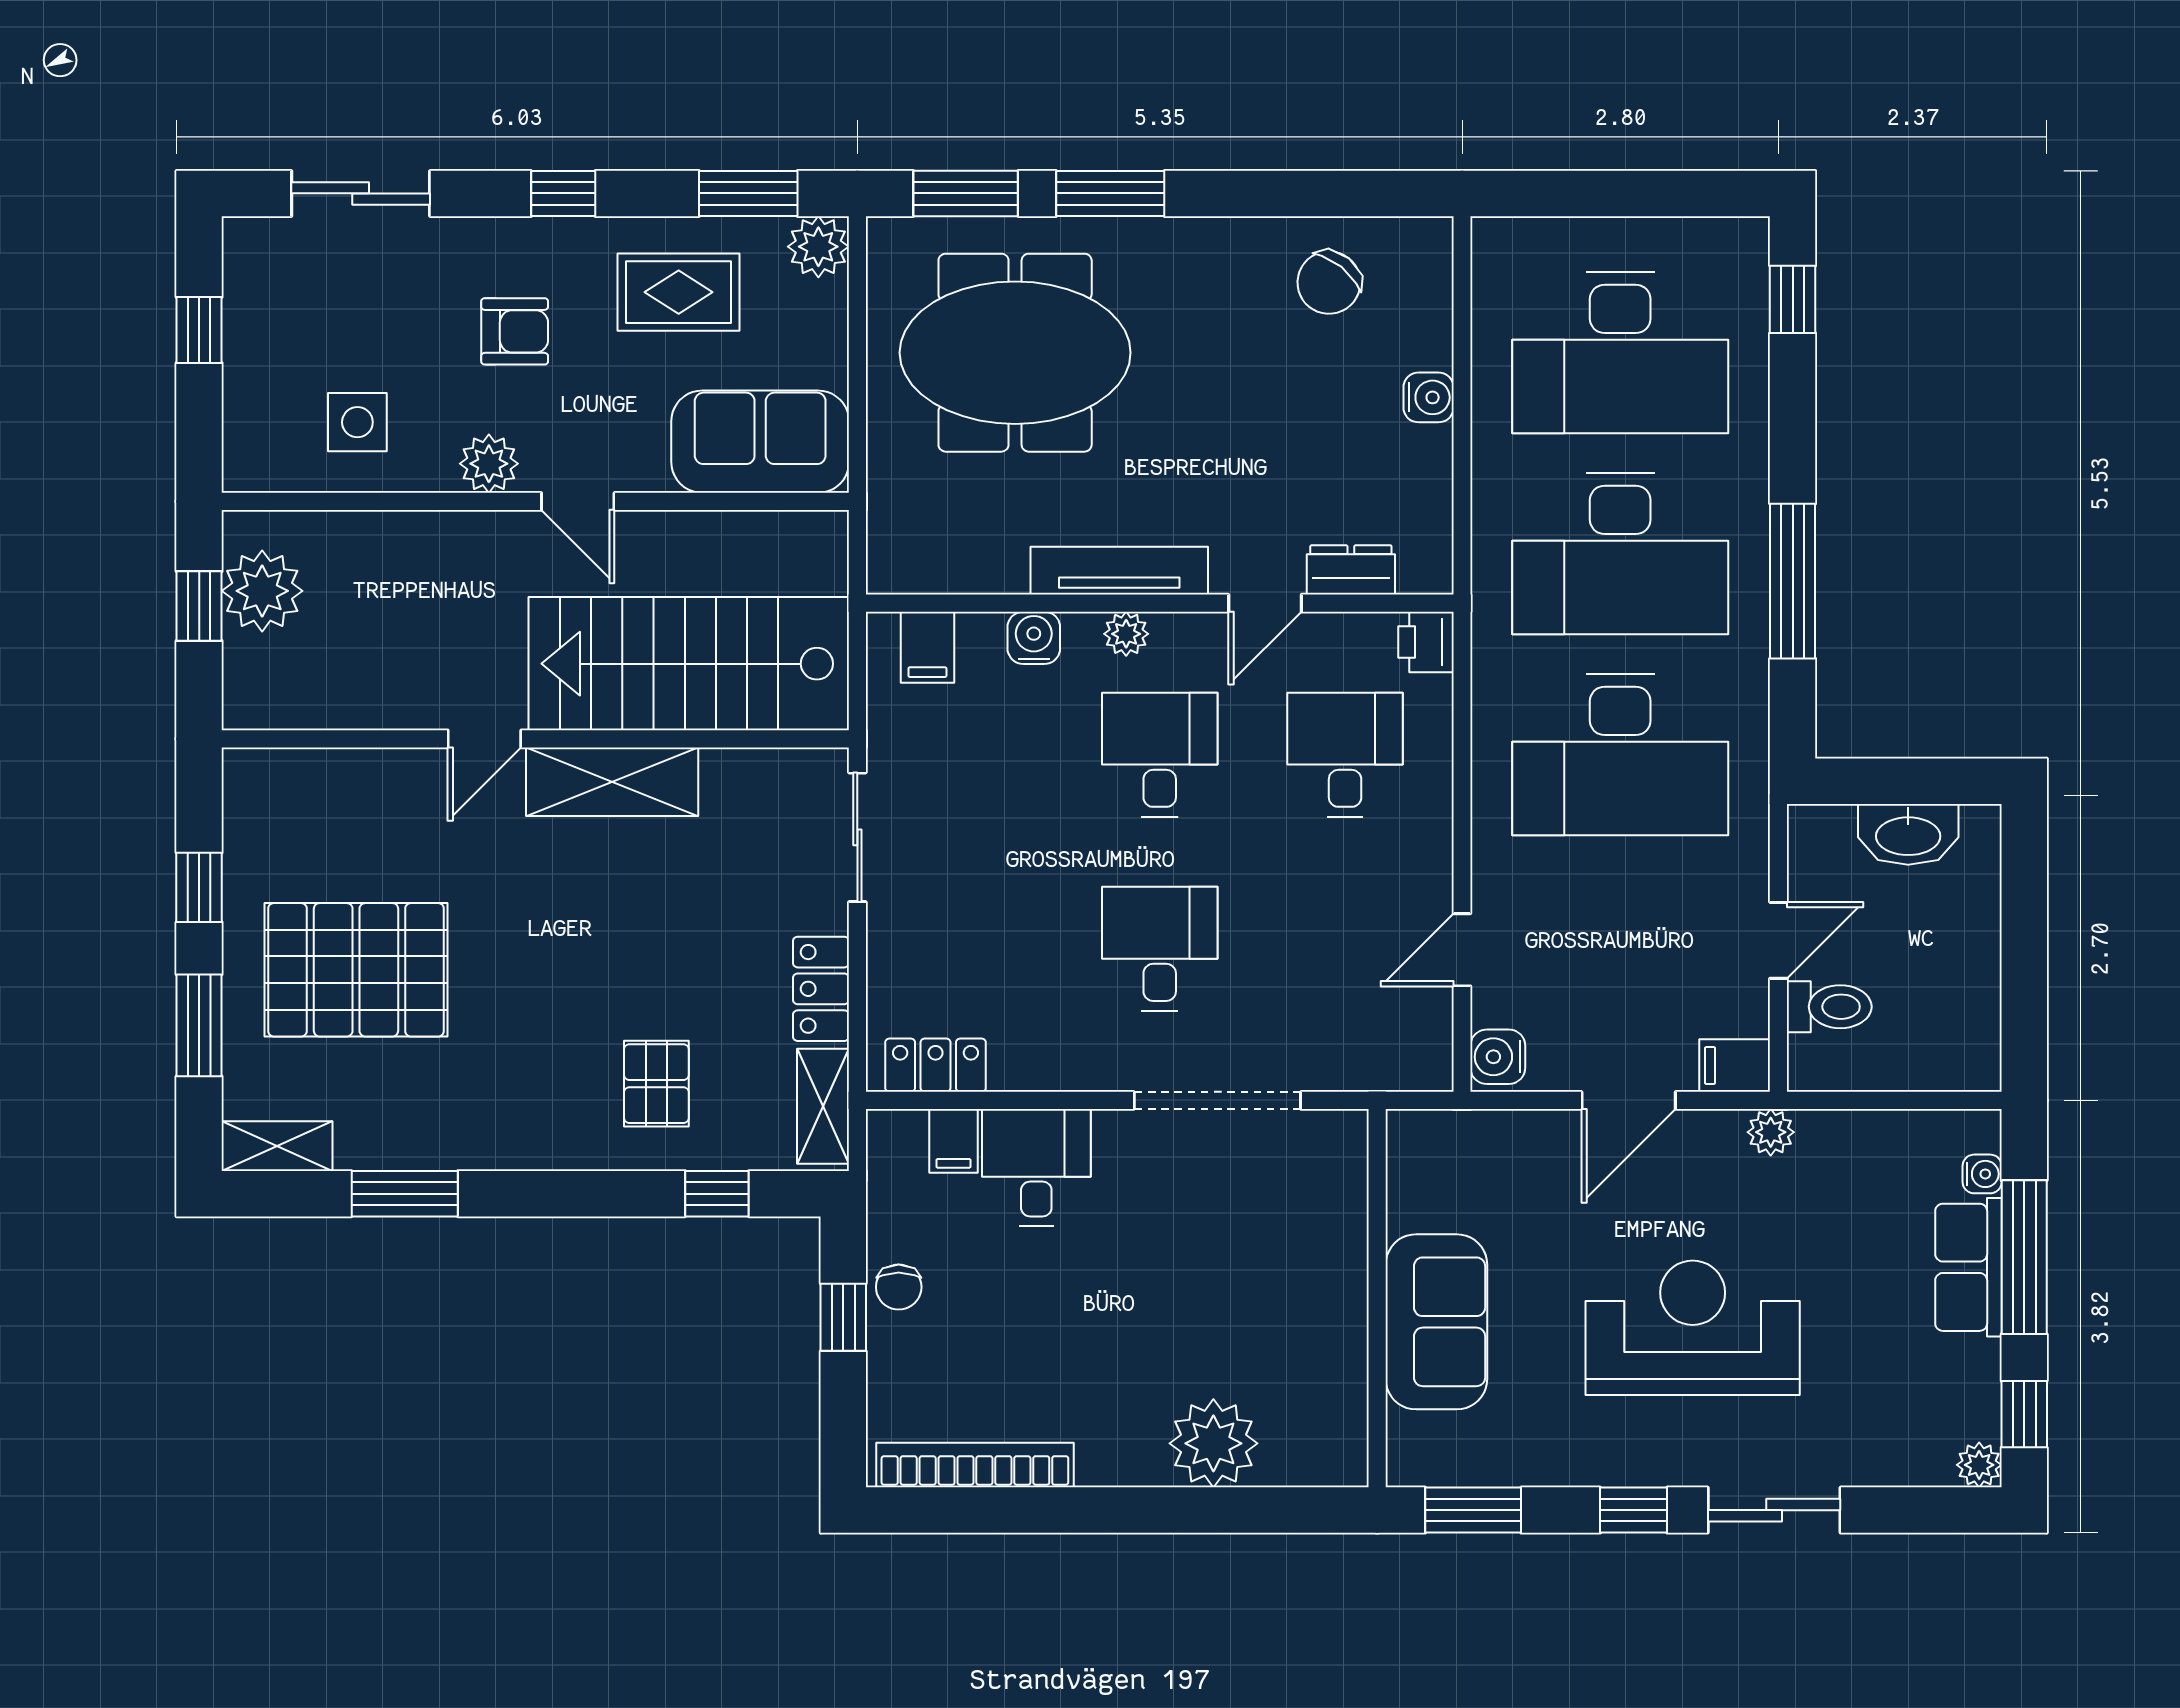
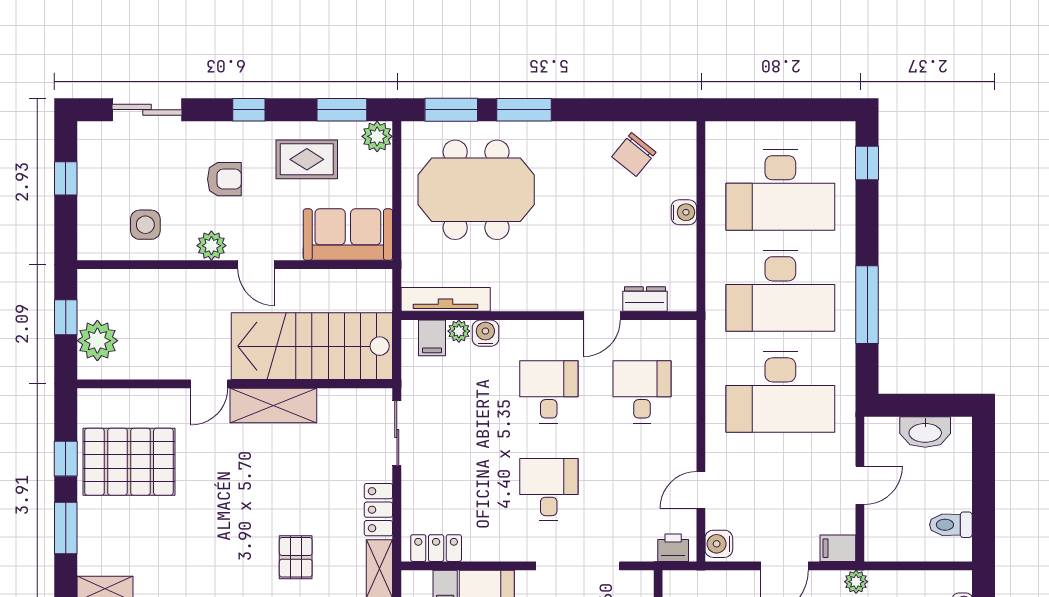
tv unit: (1119, 571) -> (446, 299), moved
plant: (262, 591) -> (97, 341), moved
plant: (1126, 634) -> (459, 331), moved
printer: (1426, 642) -> (673, 548), moved, turned 90
pallet: (356, 970) -> (129, 462), moved
toilet: (1829, 1007) -> (951, 525), moved, turned 180

